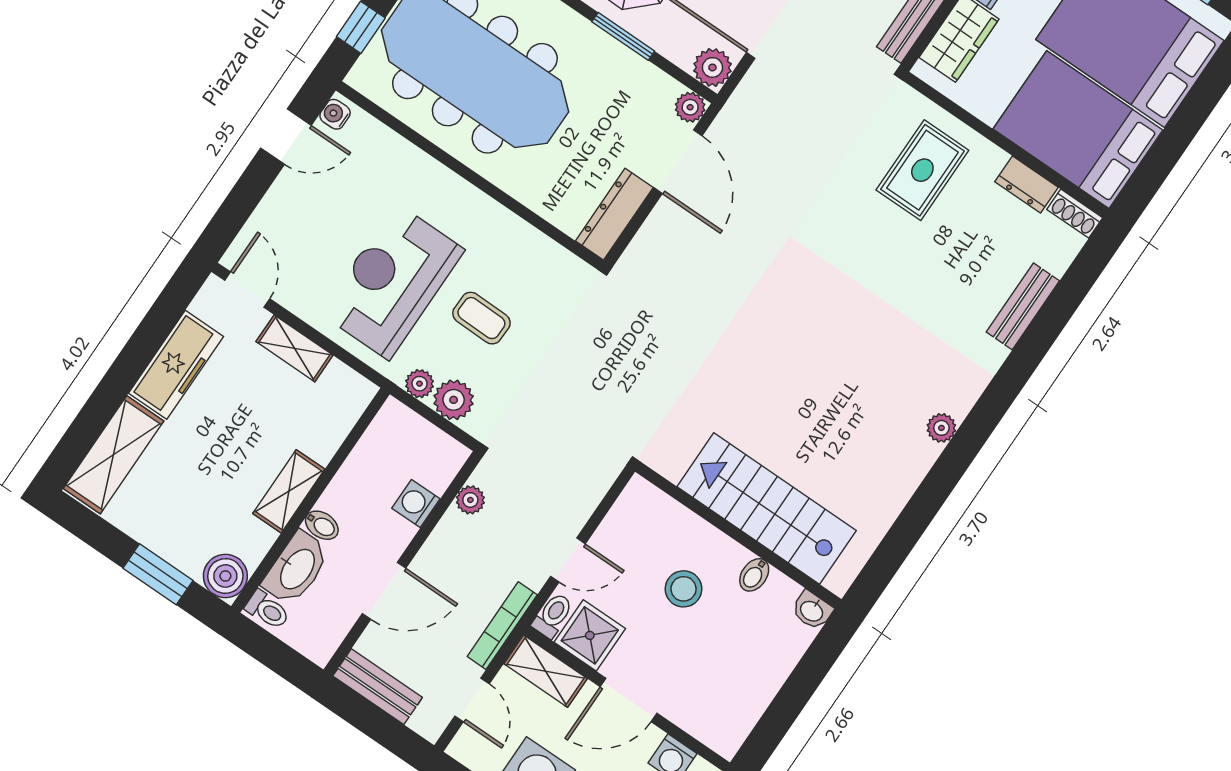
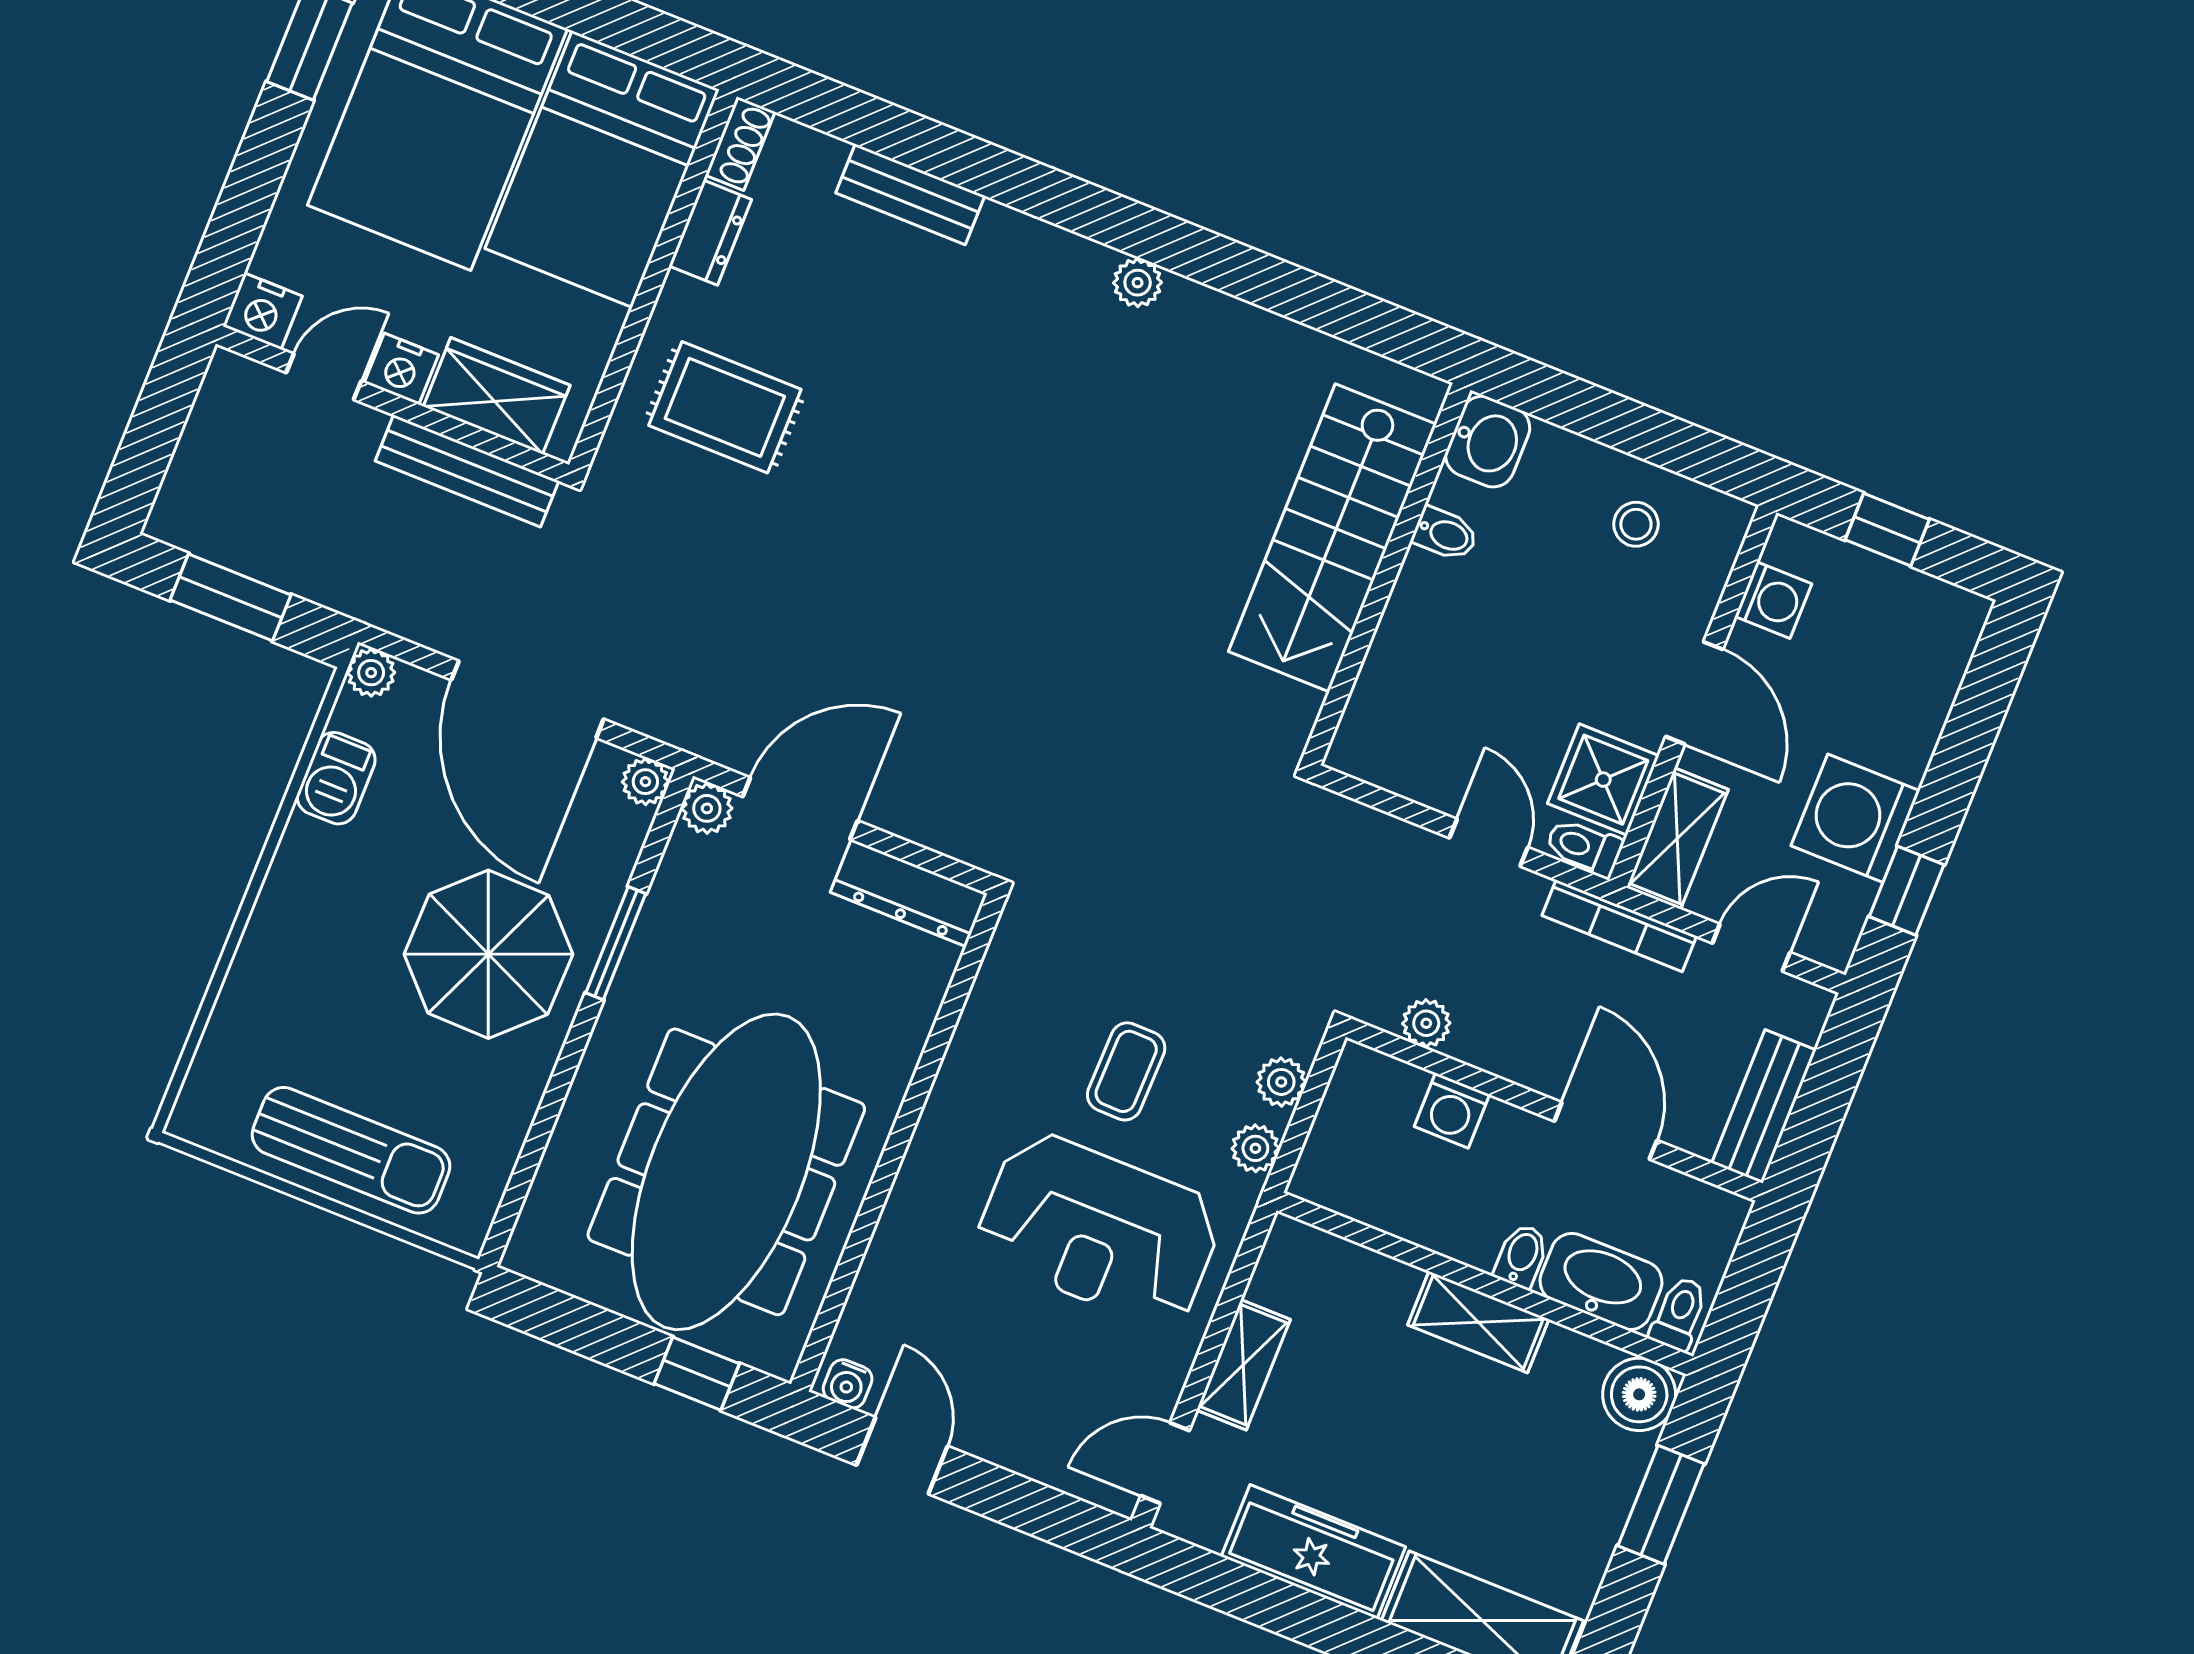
plant: (712, 67) -> (645, 782), width x0.73, depth x0.73
plant: (454, 400) -> (1281, 1082), width x0.73, depth x0.73
stool: (684, 589) -> (1636, 524), moved, width x0.73, depth x0.73
washbasin: (812, 610) -> (1488, 442), width x1.38, depth x1.45

